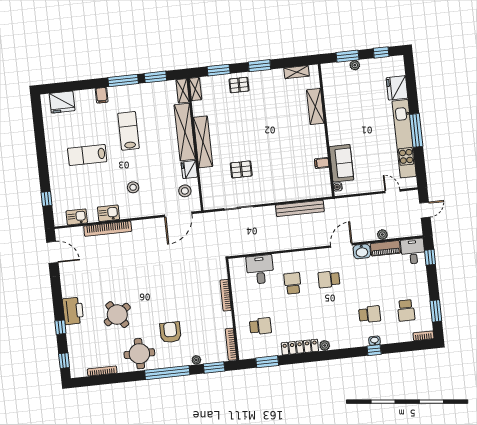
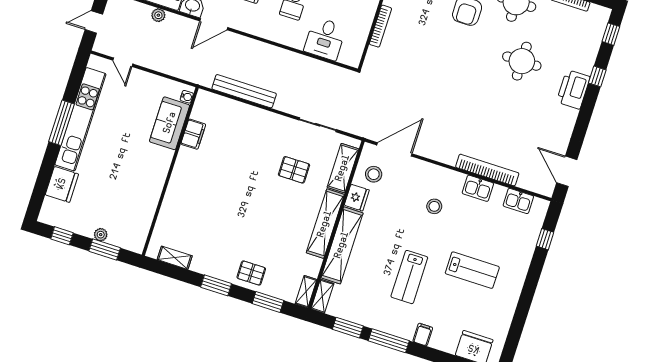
shelving: (315, 106) -> (343, 168), moved
filing cabinet: (322, 163) -> (193, 134), width x2.00
round table: (117, 315) -> (522, 61), turned 33

